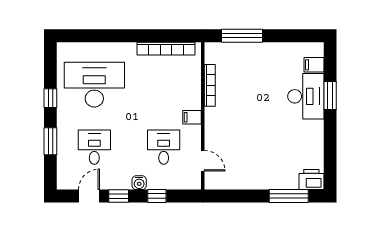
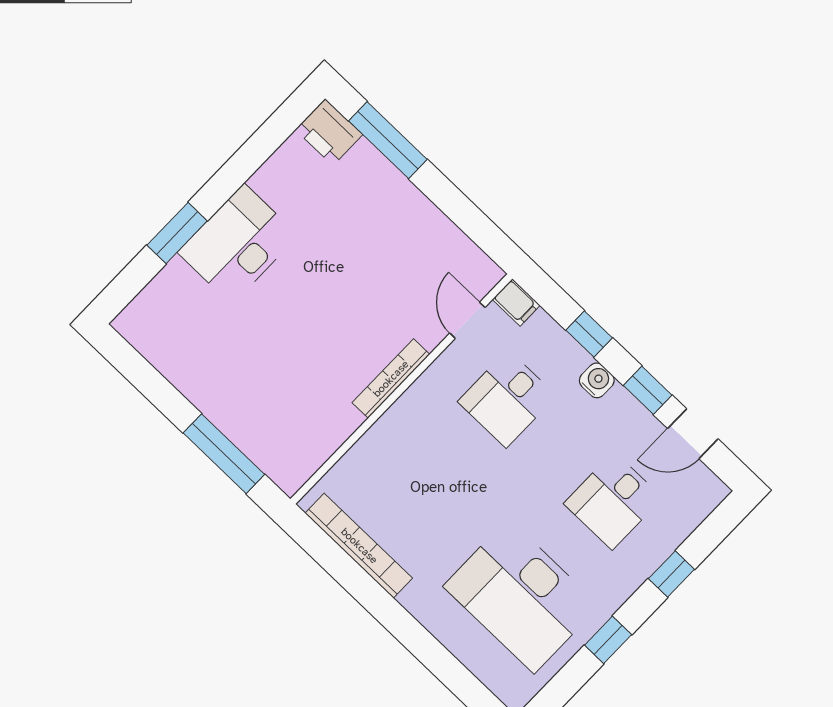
filing cabinet: (314, 65) -> (157, 303), removed
bookcase: (210, 85) -> (391, 379), moved
desk: (306, 96) -> (238, 244), moved
filing cabinet: (192, 117) -> (516, 302), moved
window: (50, 141) -> (671, 574), width x0.67

